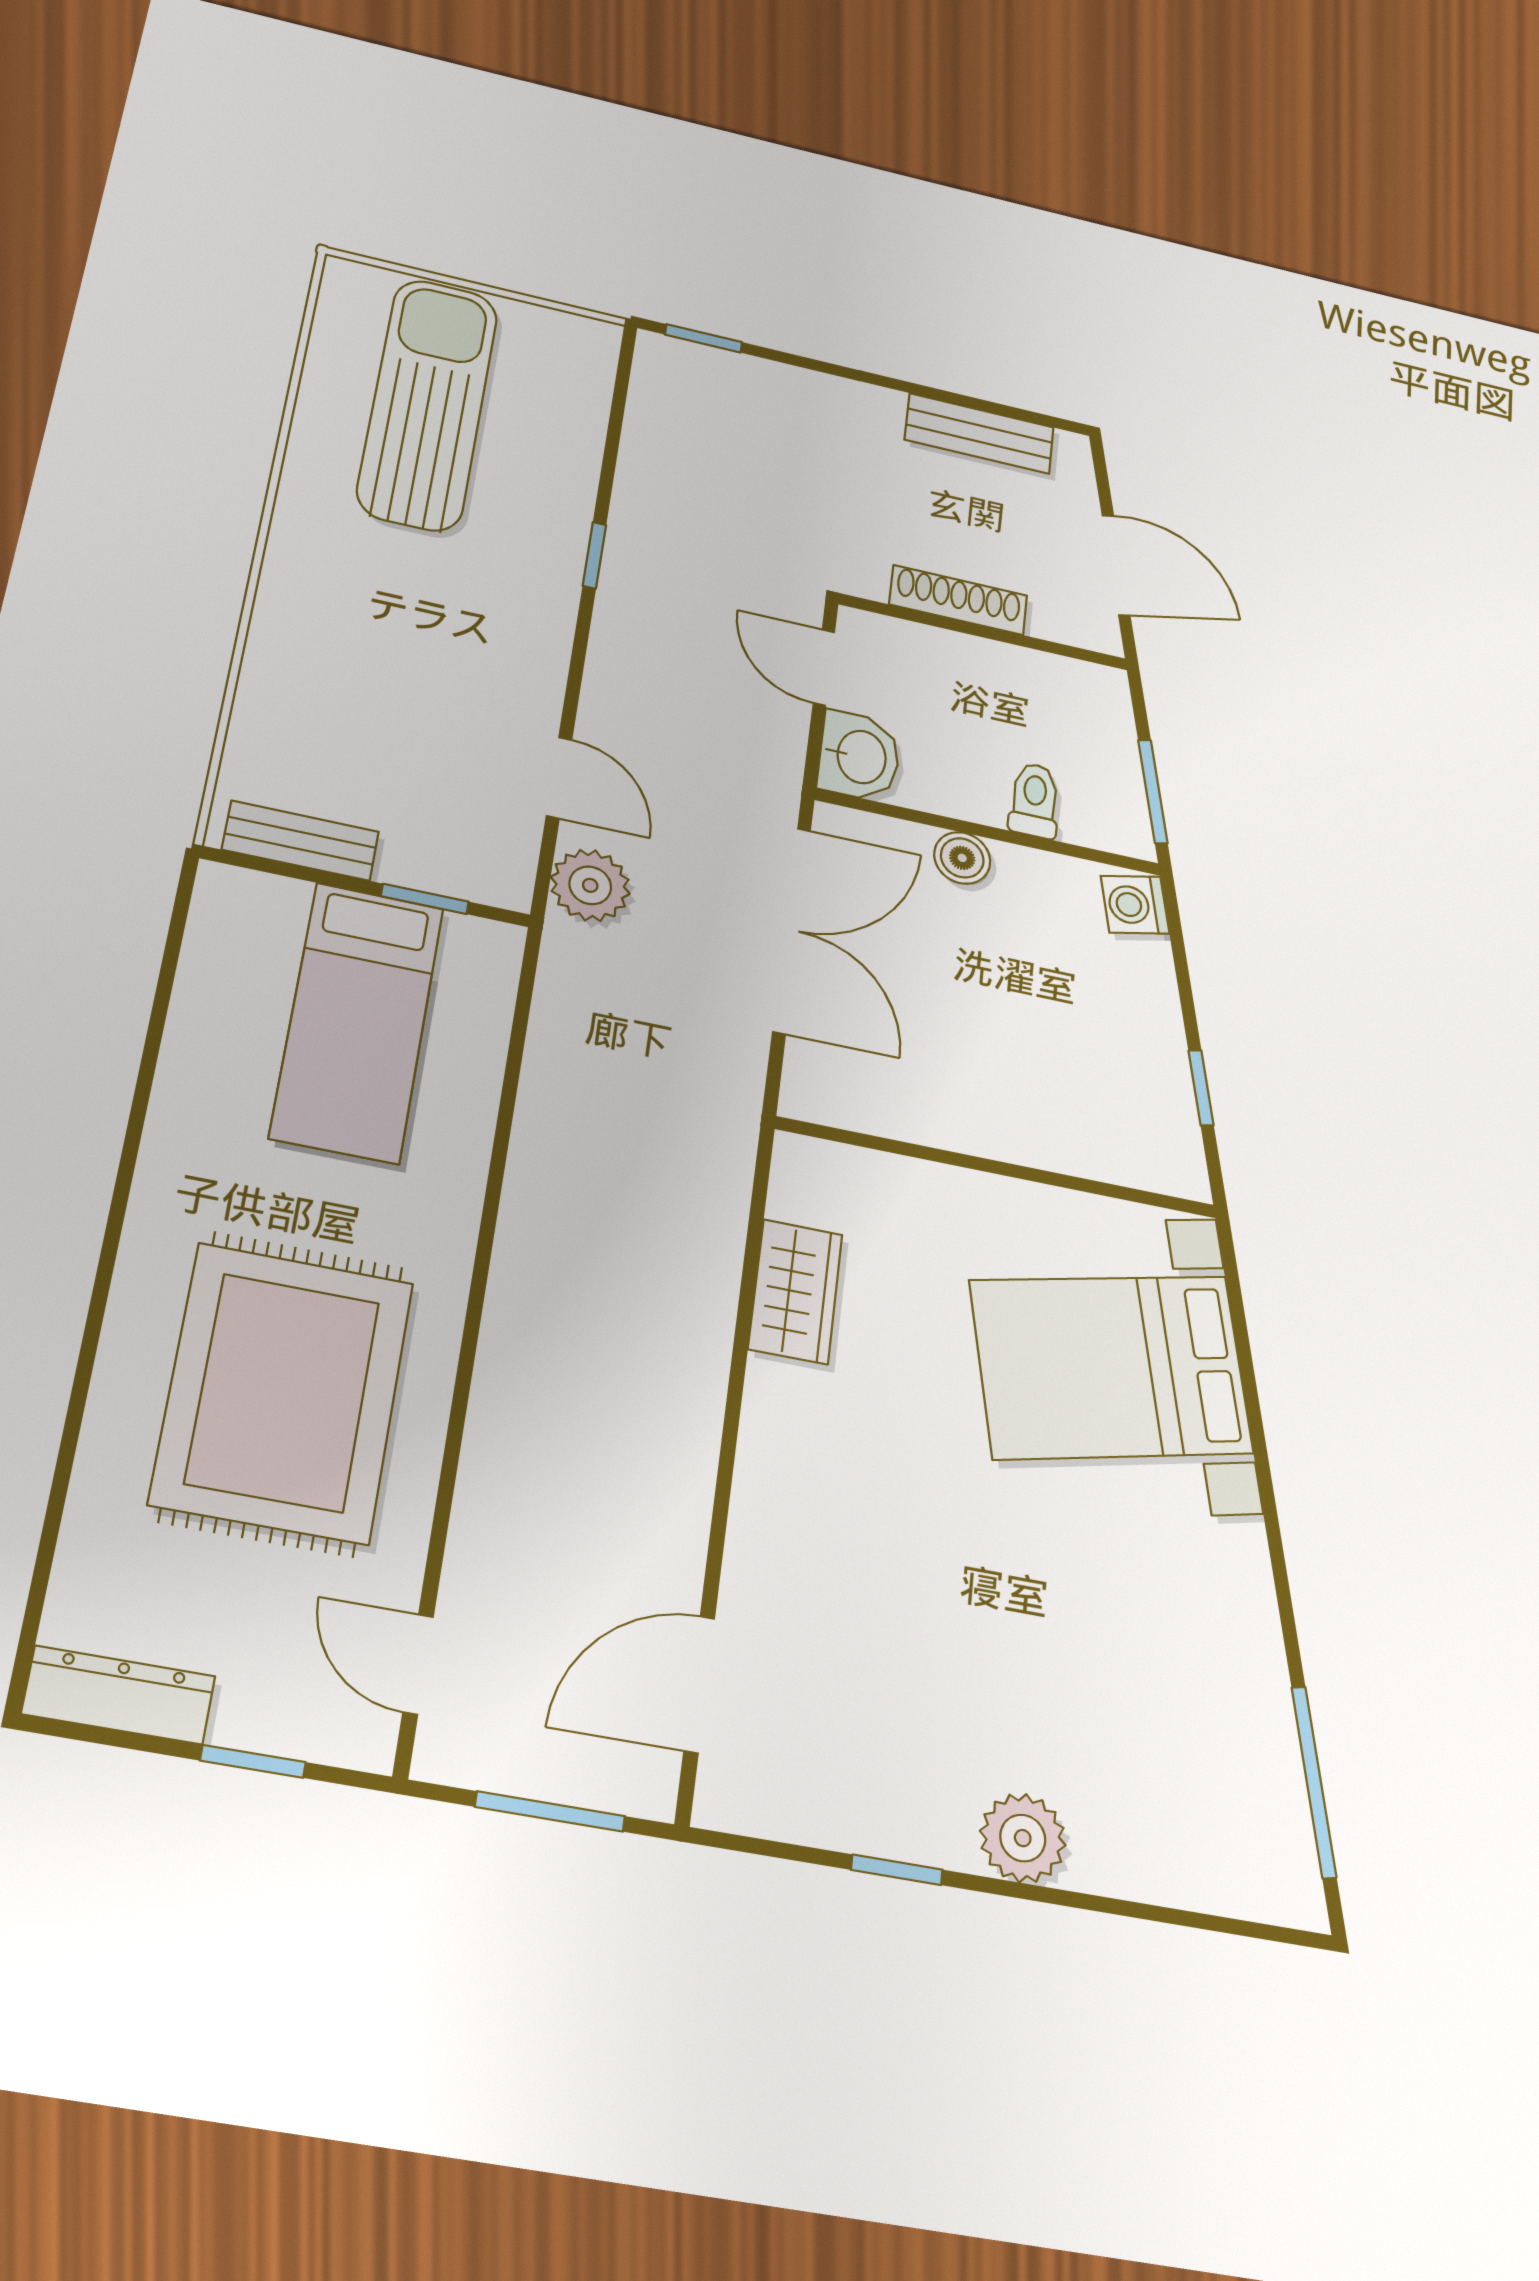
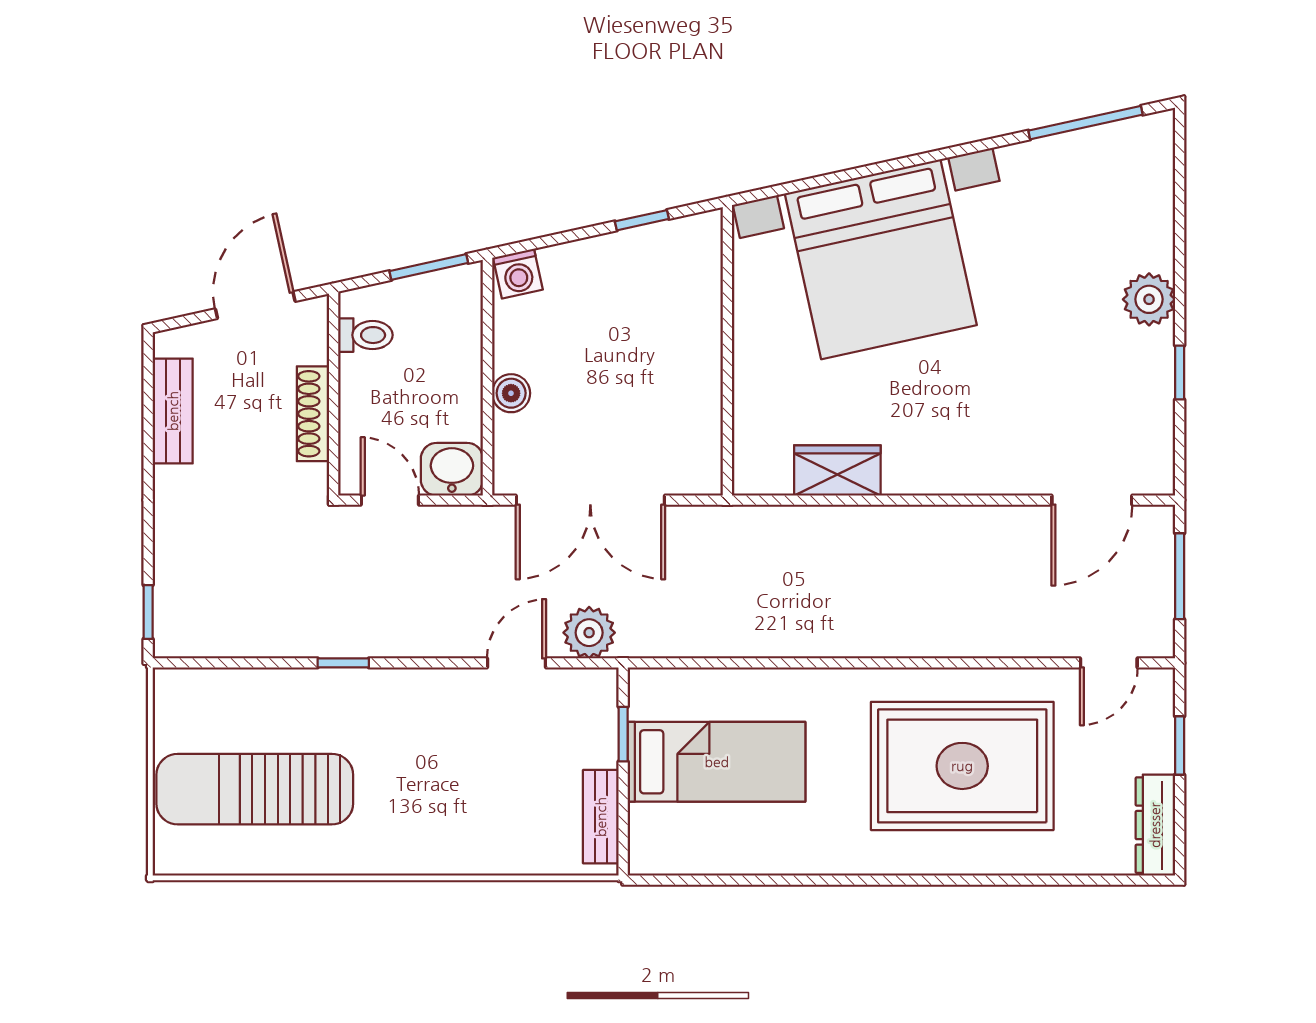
door: (824, 667) -> (390, 500), swing flipped
toilet: (1034, 800) -> (365, 335), moved, turned 180
double door: (792, 930) -> (590, 500), swing flipped
bed with nightstands: (1111, 1367) -> (881, 259), width x1.36
door: (699, 1684) -> (1092, 500), hinge flipped

